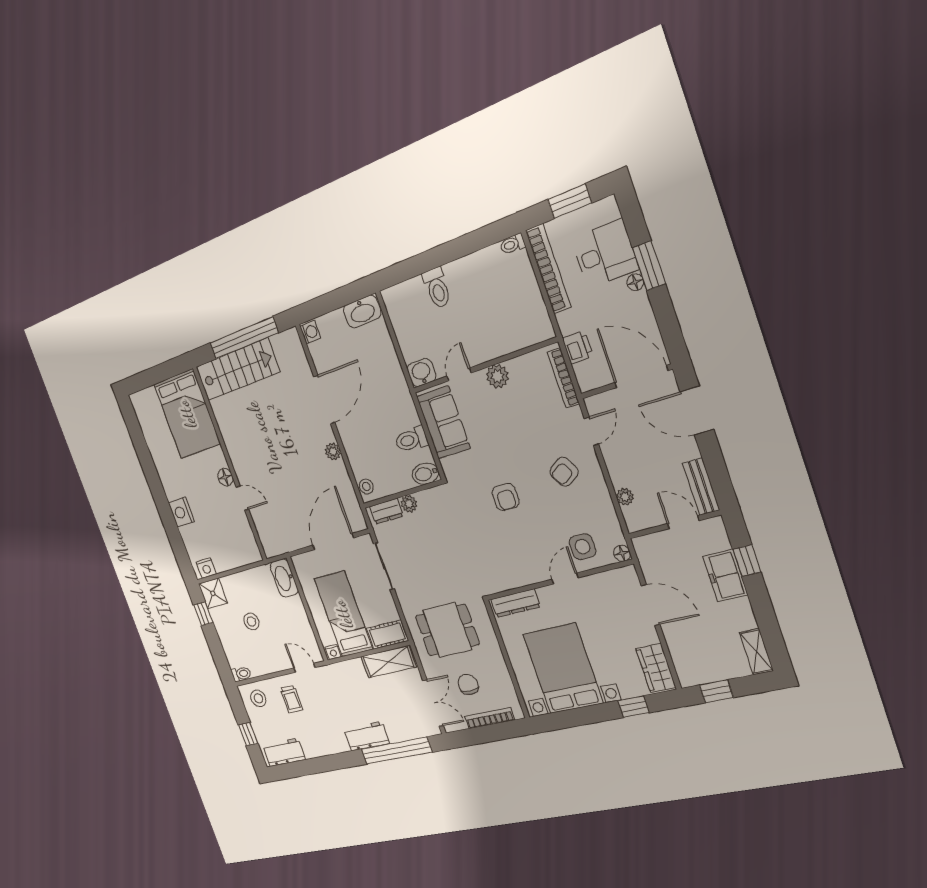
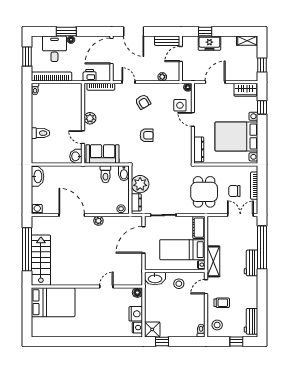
door: (697, 411) -> (134, 32), hinge flipped
floor lamp: (225, 477) -> (137, 293), moved
plant: (409, 504) -> (140, 184), width x1.88, depth x1.88
nightstand: (181, 512) -> (136, 314), moved, turned -90
door: (333, 542) -> (143, 240), hinge flipped
stool: (251, 621) -> (179, 284), moved
shelving: (389, 662) -> (213, 261), moved

